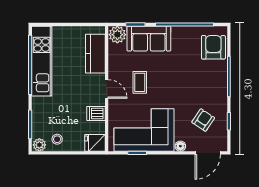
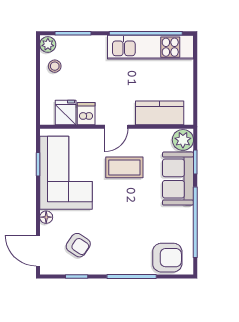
coffee table: (140, 82) -> (124, 167), width x1.36, depth x1.30
fridge: (95, 143) -> (66, 113), moved

